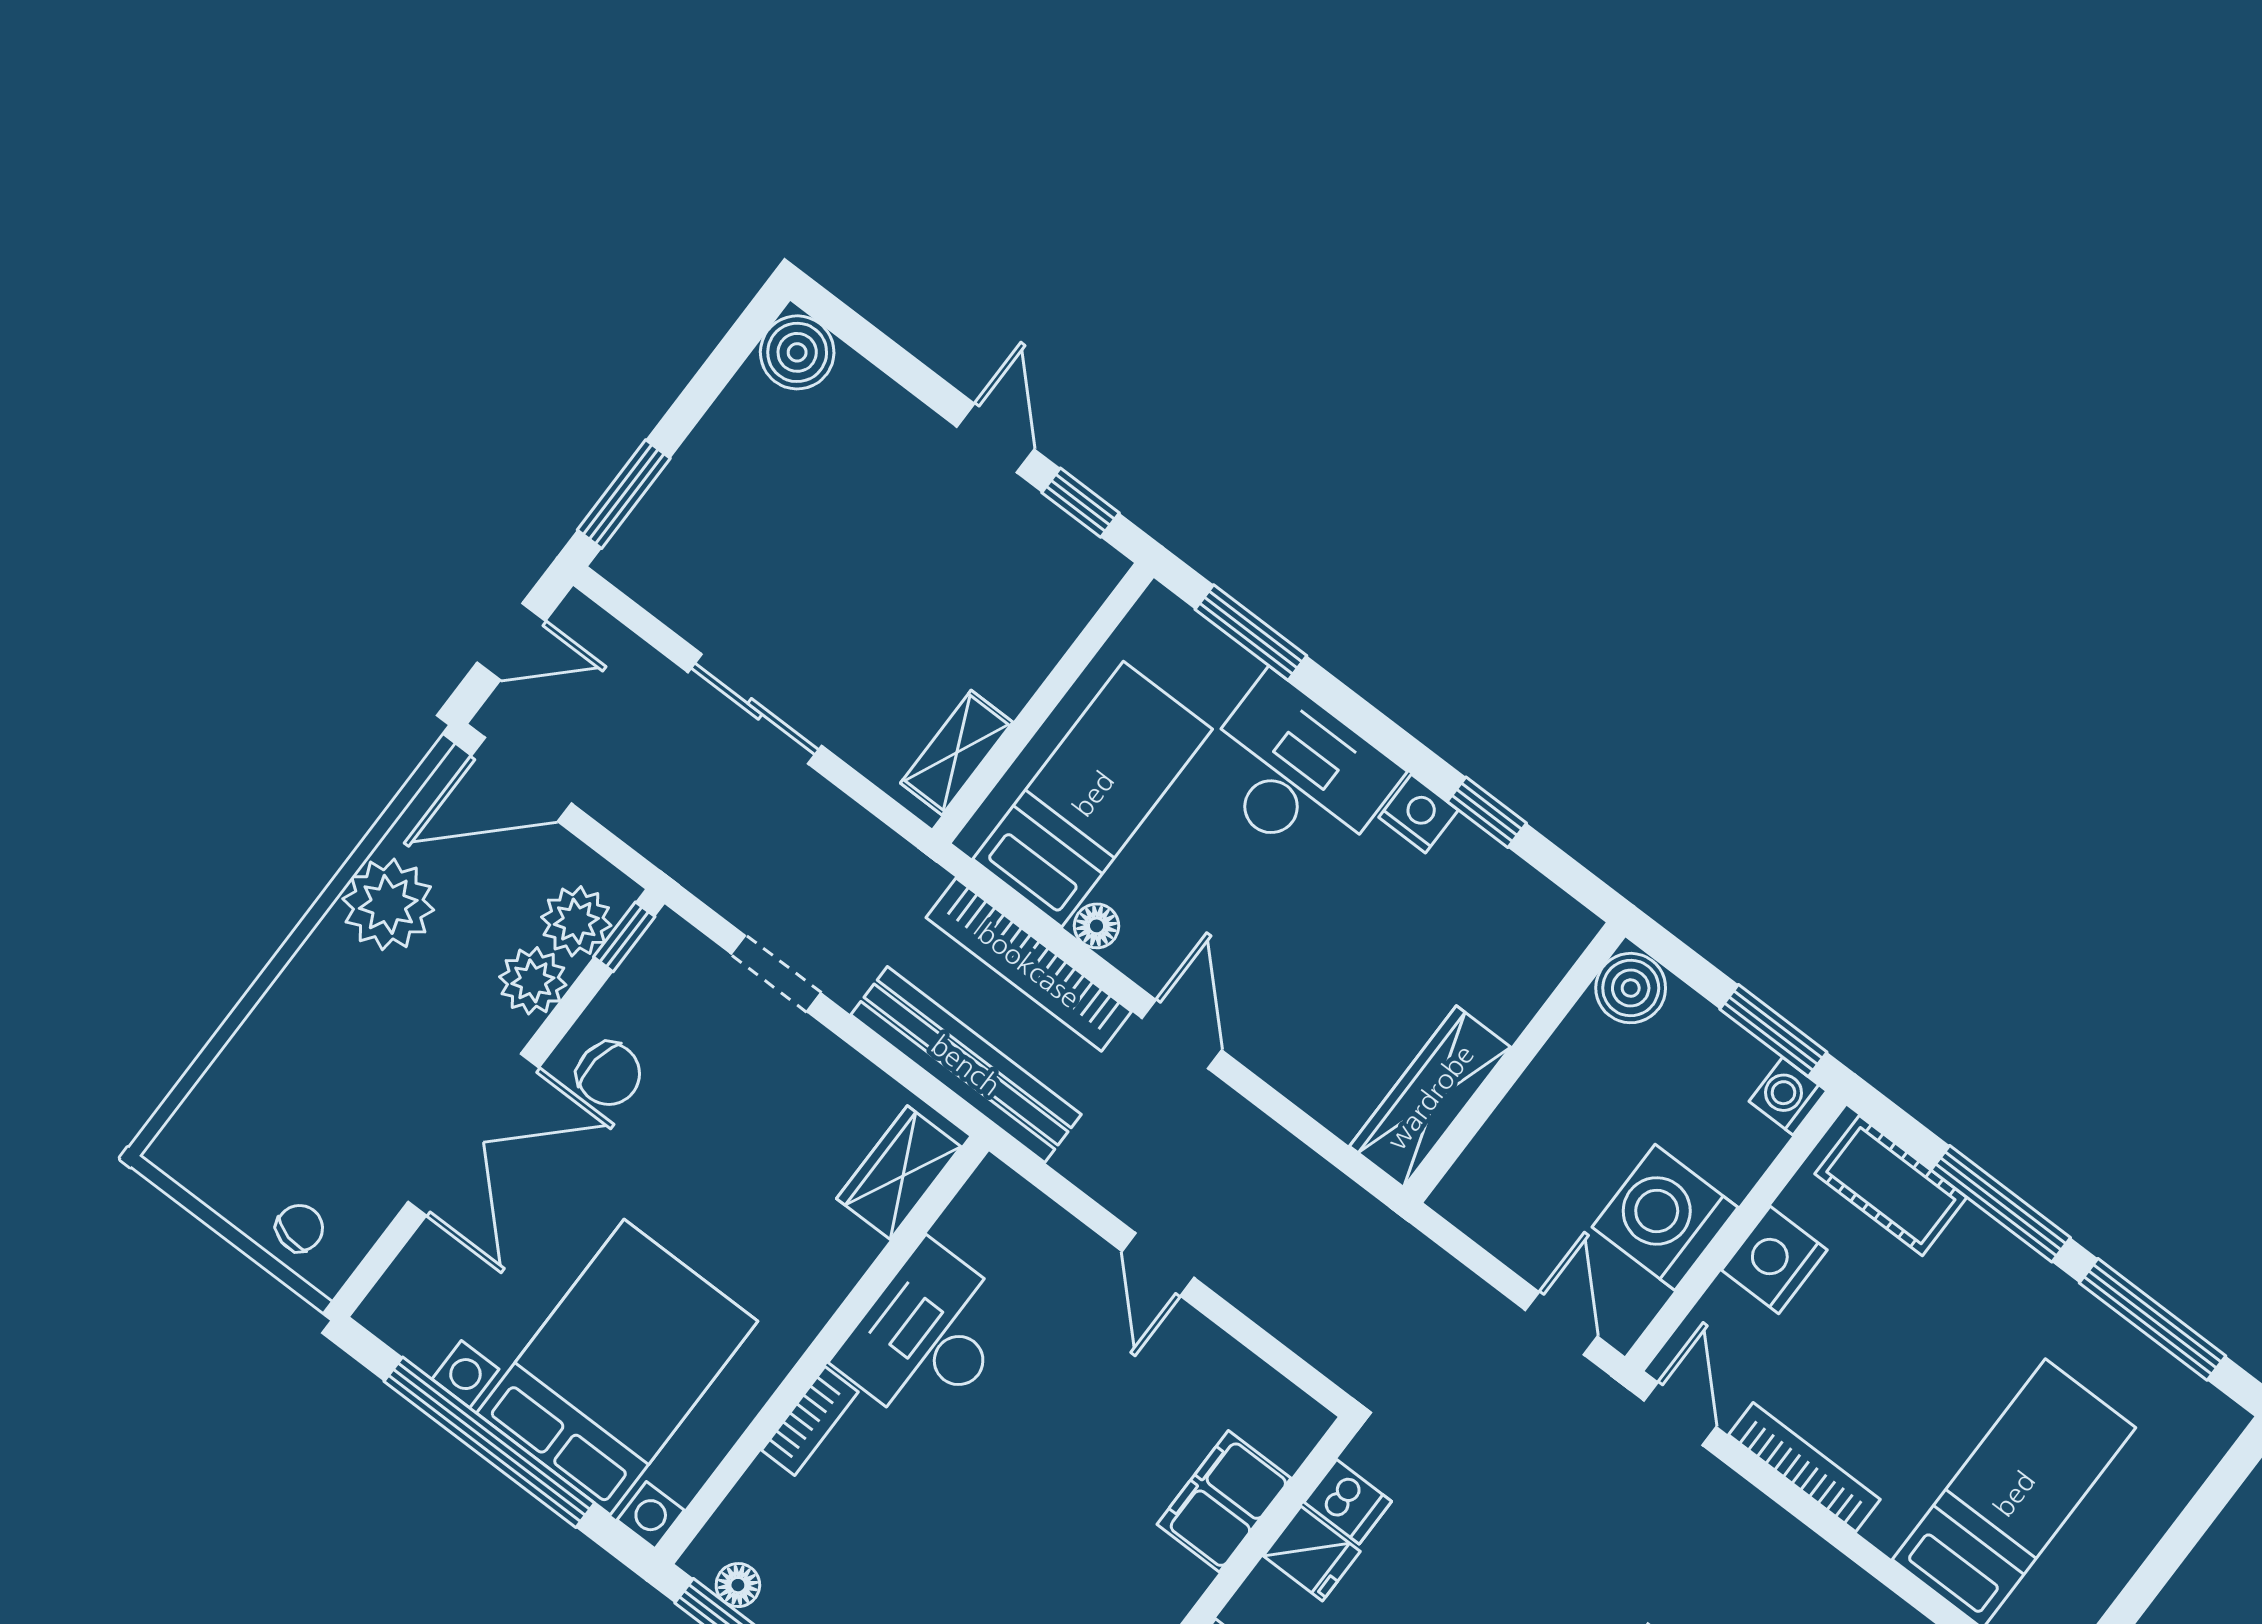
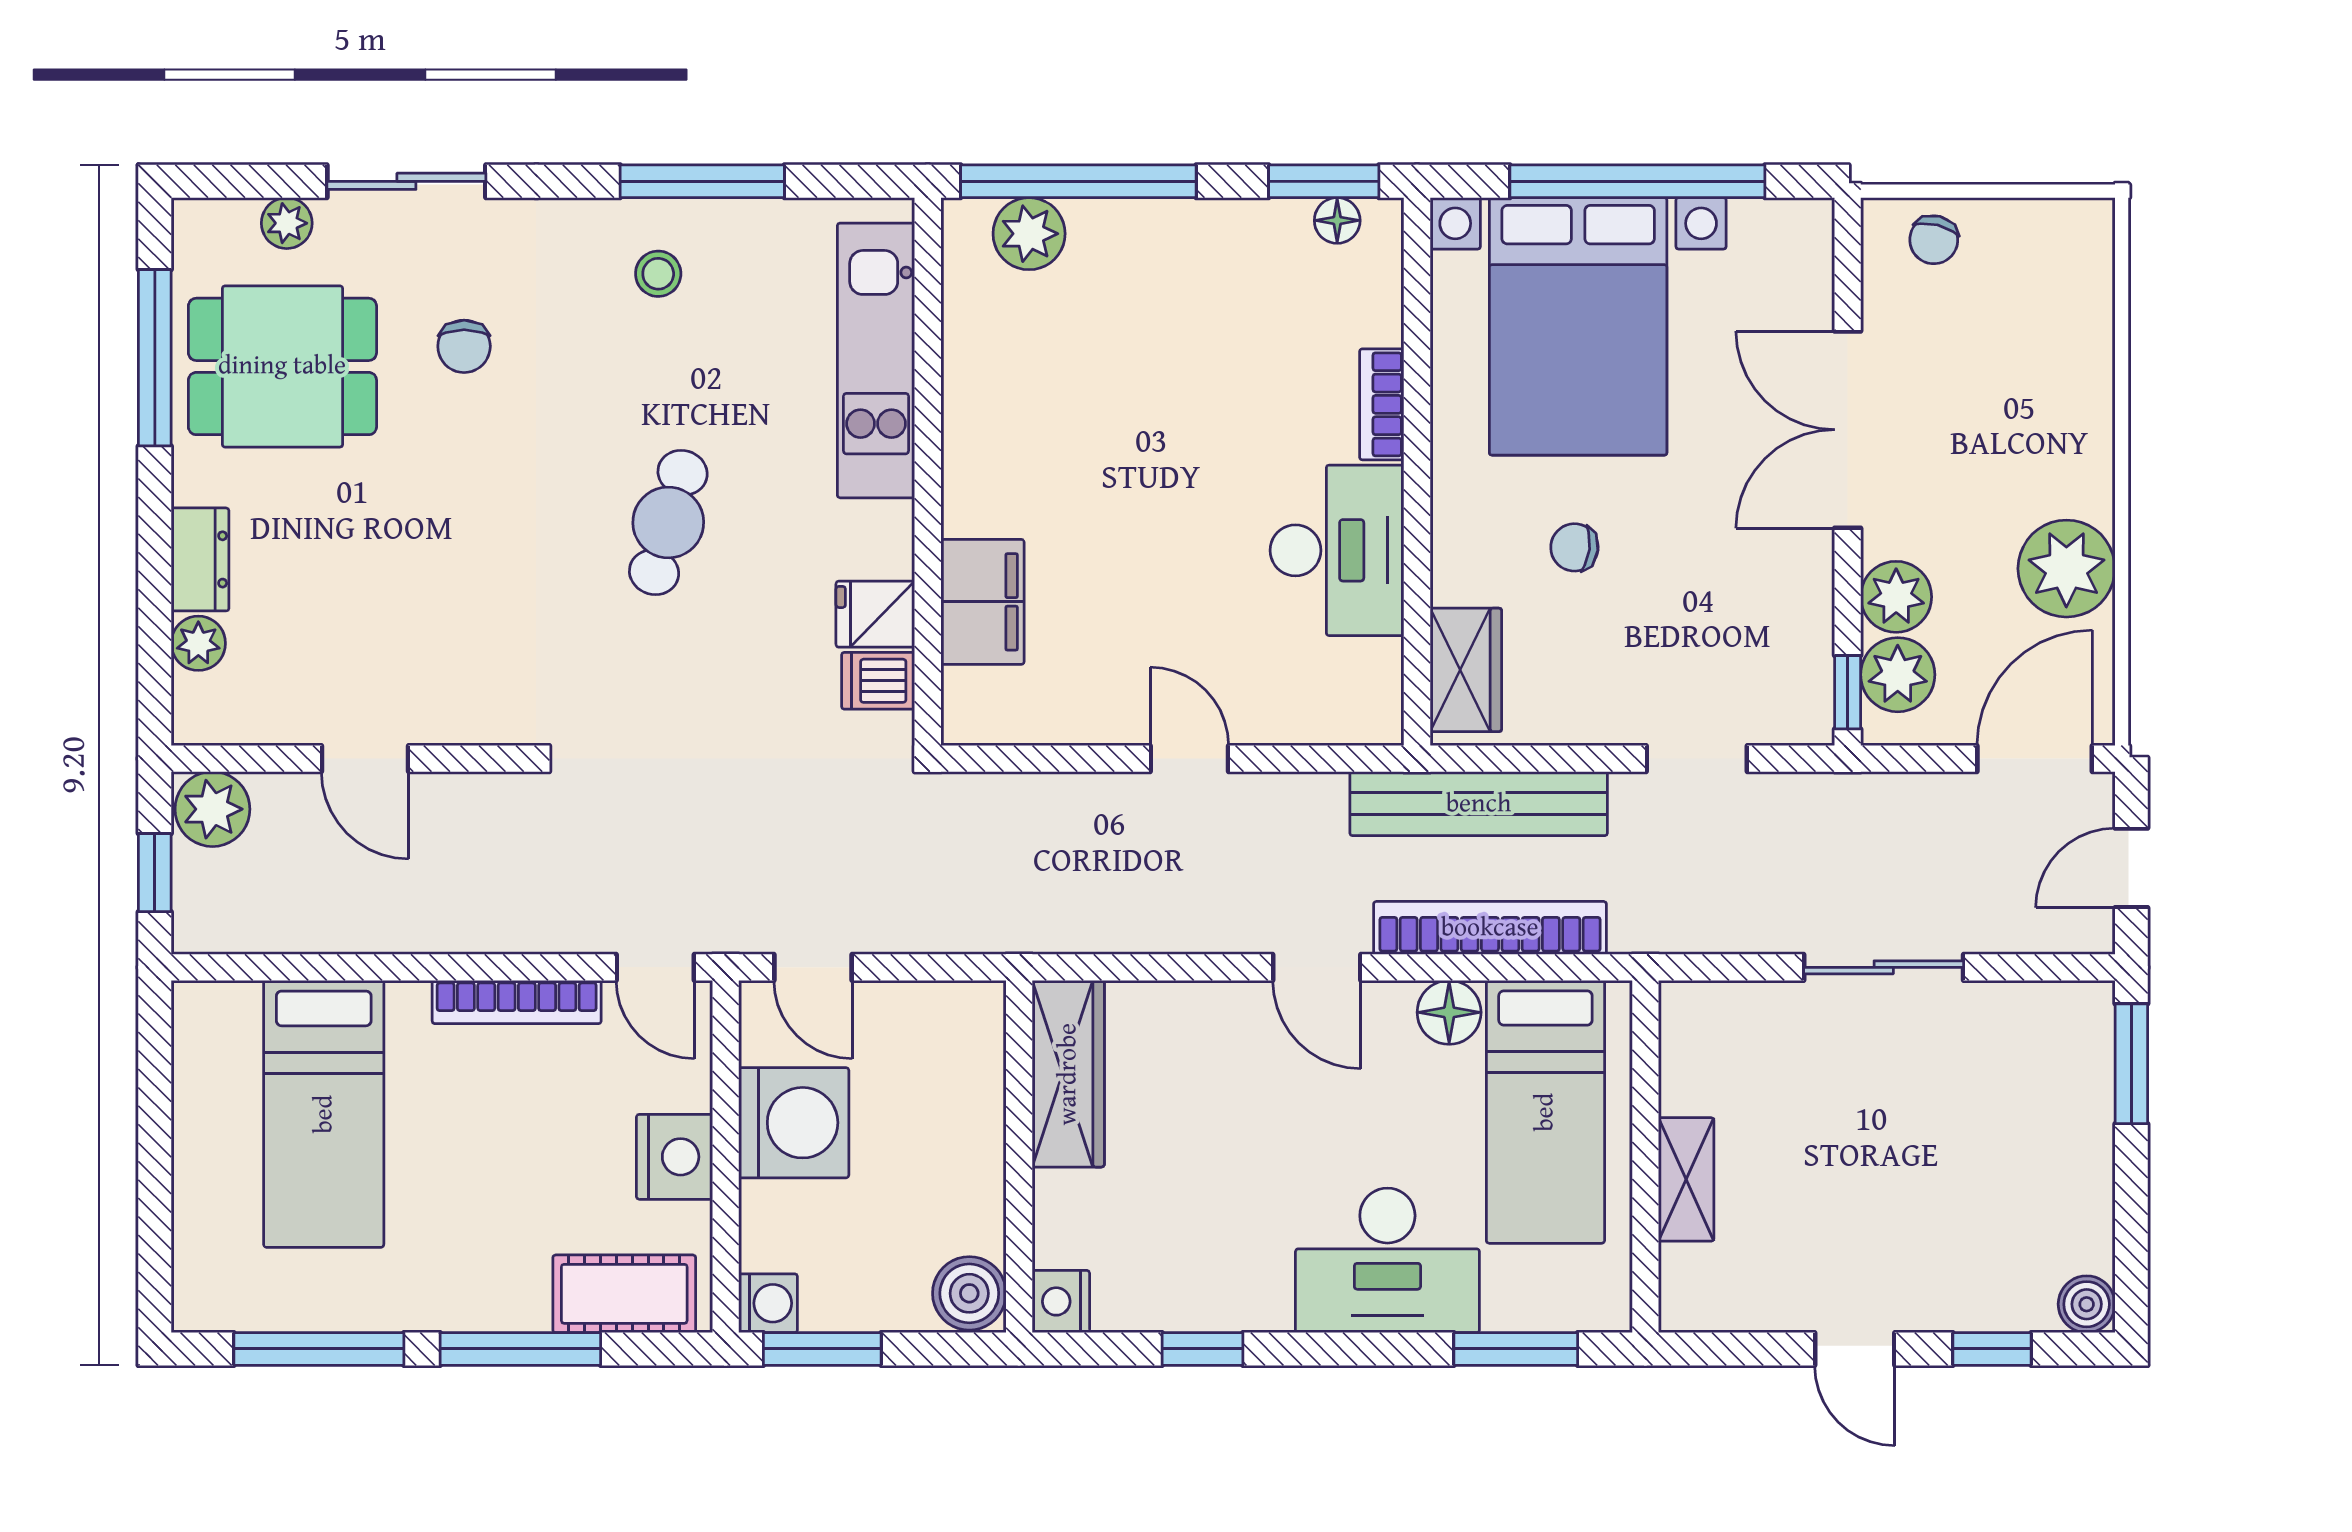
boiler: (797, 352) -> (2087, 1304), width x0.73, depth x0.73
window: (1080, 503) -> (1992, 1349), moved
shelving: (957, 753) -> (1686, 1179), moved
nightstand: (1418, 814) -> (1061, 1301), moved, turned 90
floor lamp: (1097, 926) -> (1449, 1012), width x1.37, depth x1.37
chair: (609, 1074) -> (1574, 547), moved, width x0.73, depth x0.73

